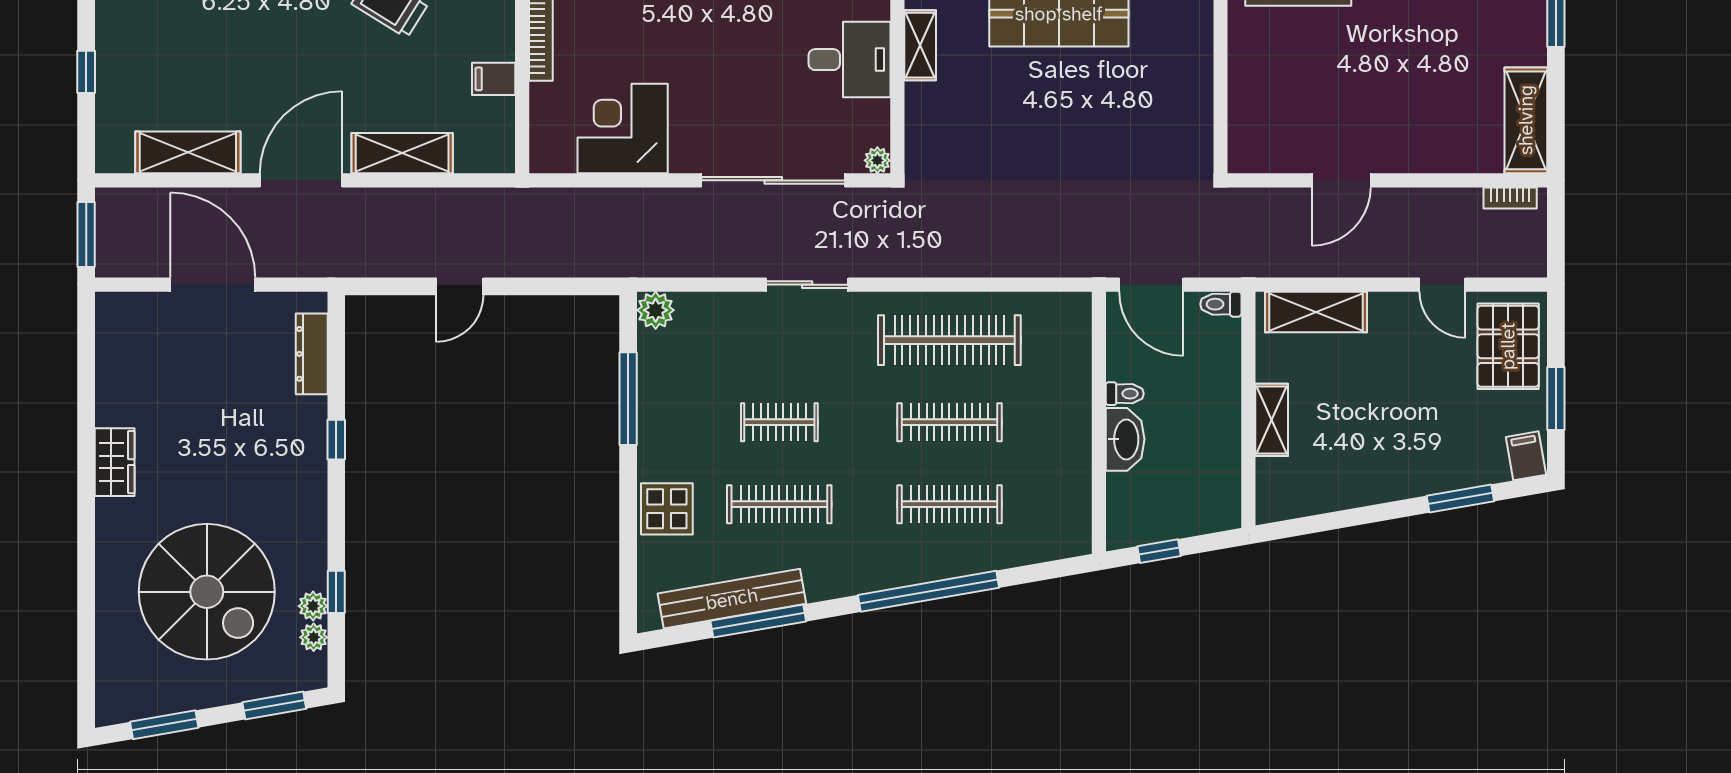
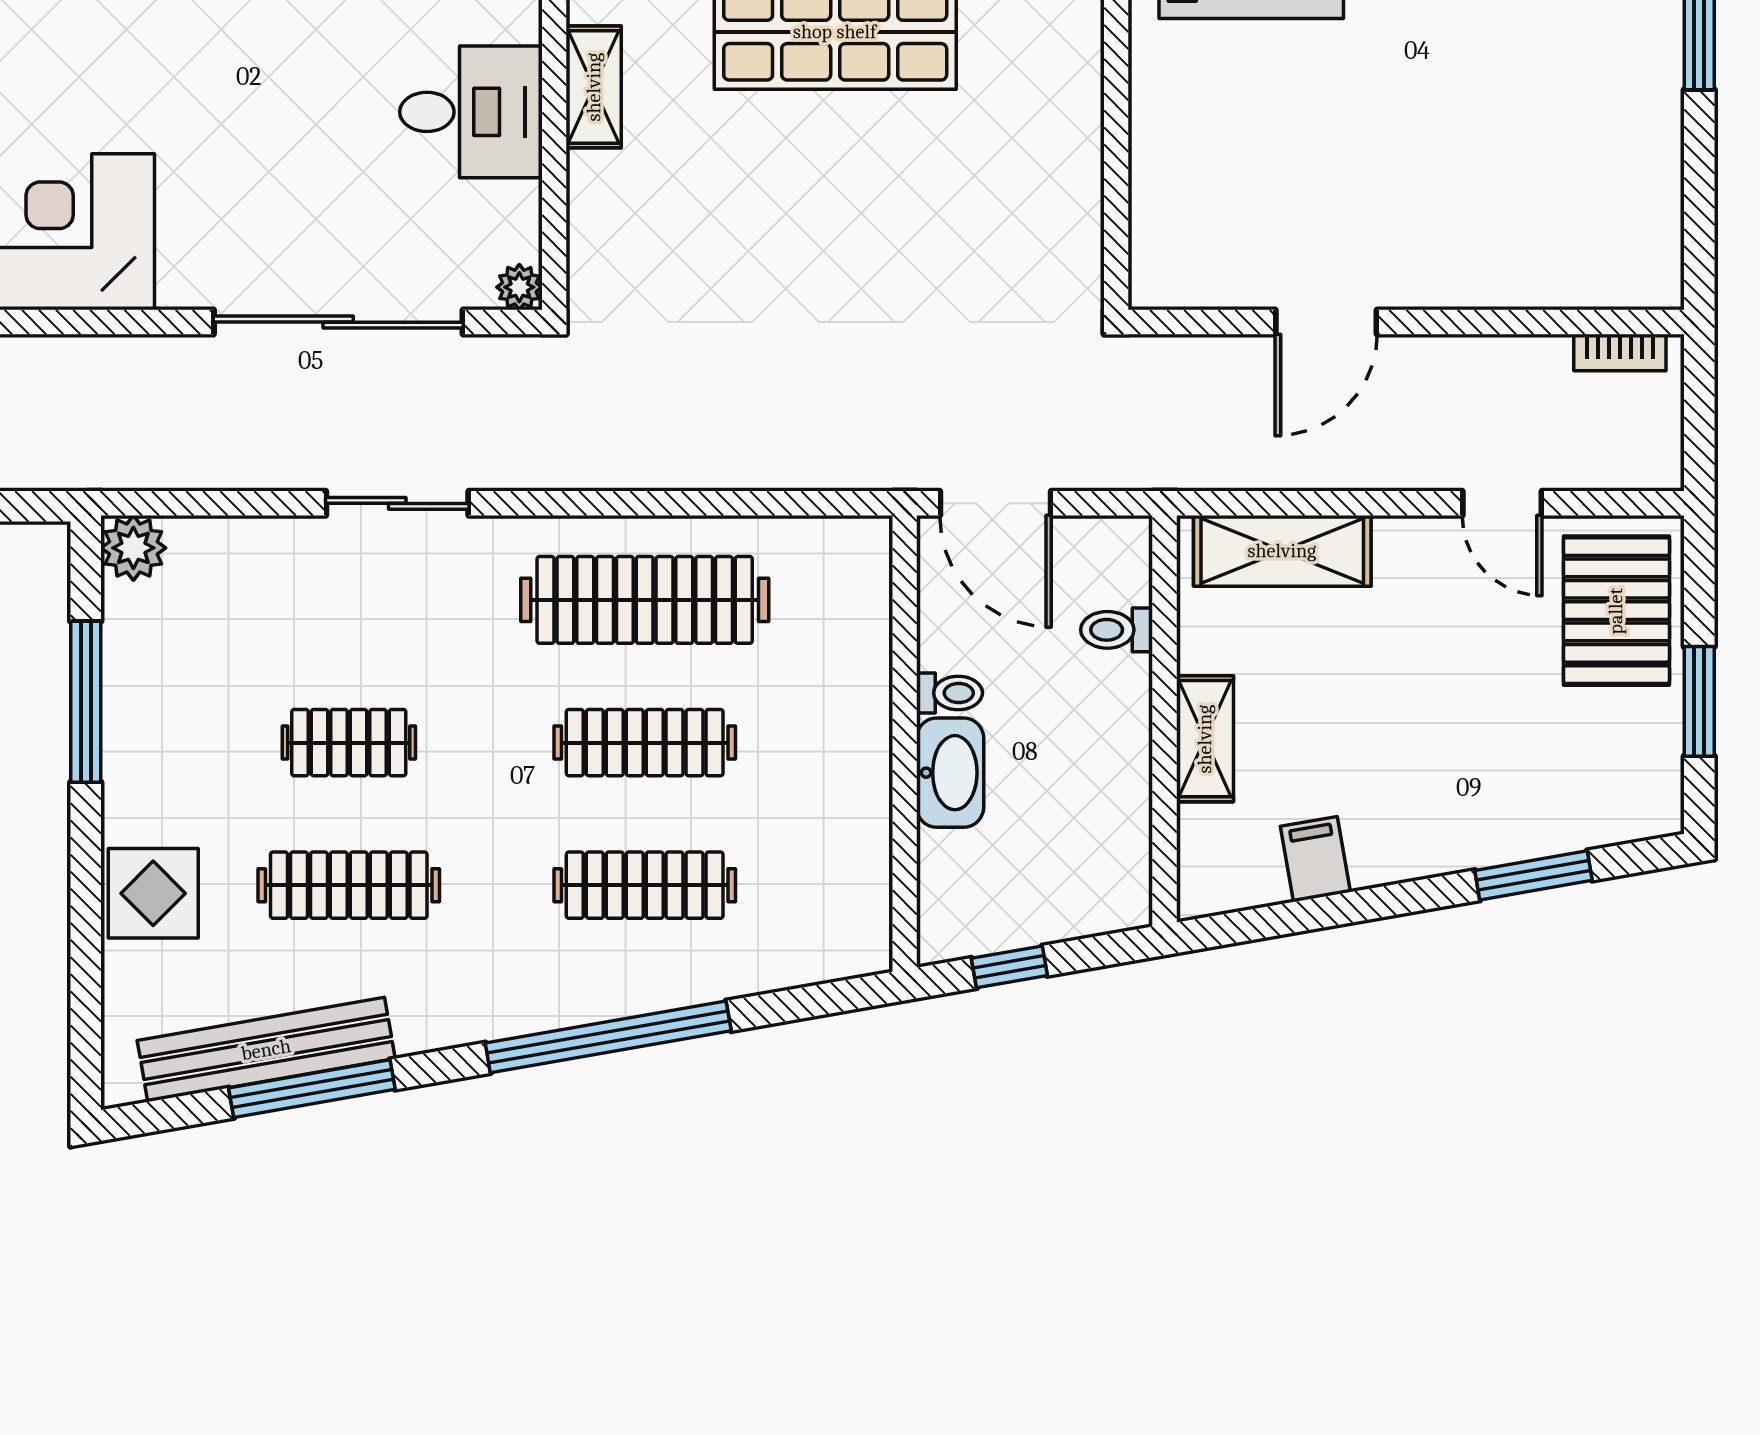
shelving: (1526, 120) -> (1647, 218), removed
toilet: (1221, 304) -> (1117, 630), moved
filing cabinet: (1526, 456) -> (1315, 859), moved

